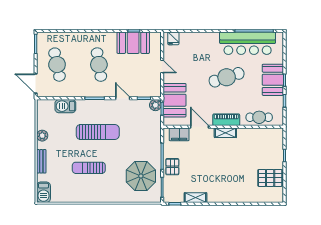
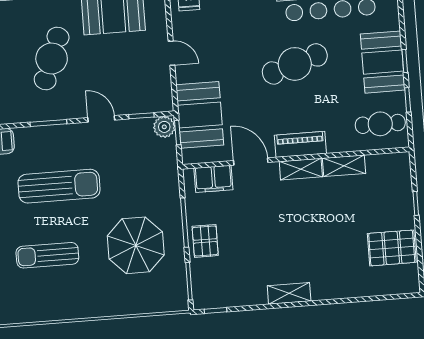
cafe table: (99, 65) -> (52, 59), turned 30
cafe table: (259, 117) -> (380, 124), moved
shelving: (248, 133) -> (344, 166), added
parasol: (141, 176) -> (136, 245), moved
shelving: (195, 198) -> (289, 293), moved

